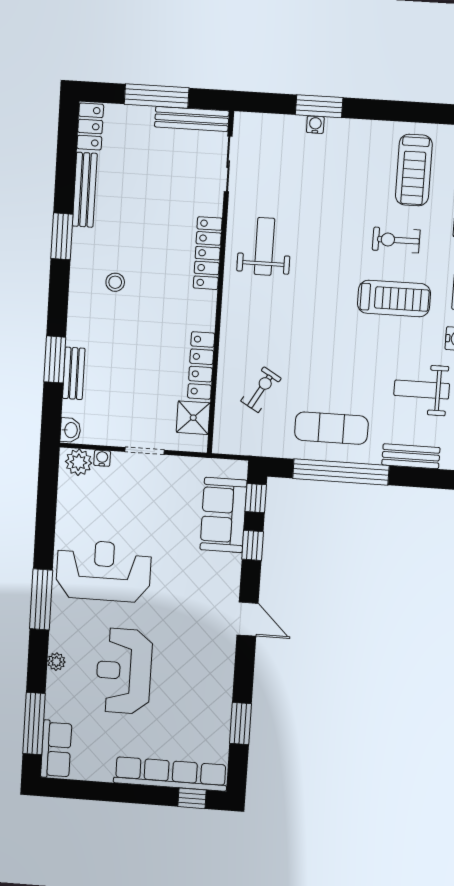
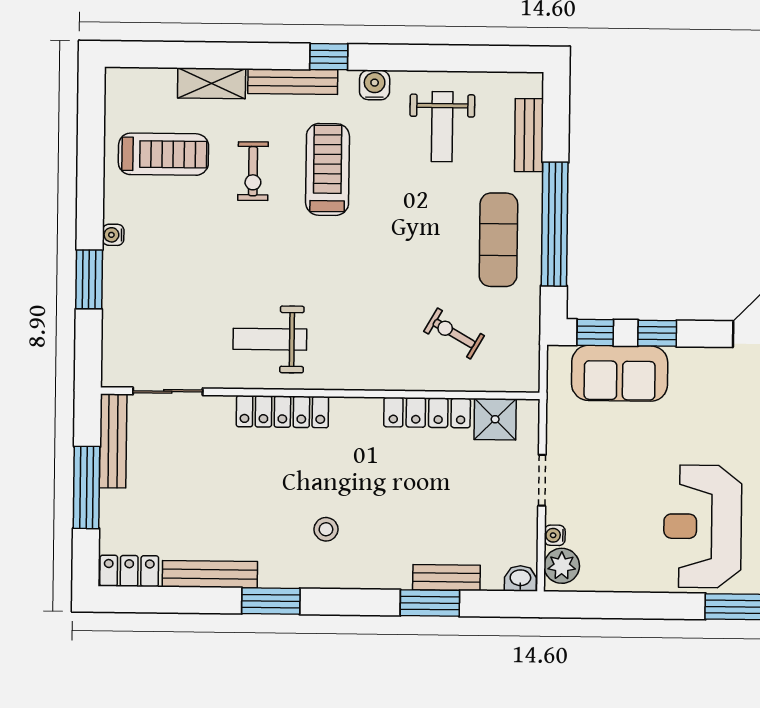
water cooler: (315, 125) -> (113, 235), moved

